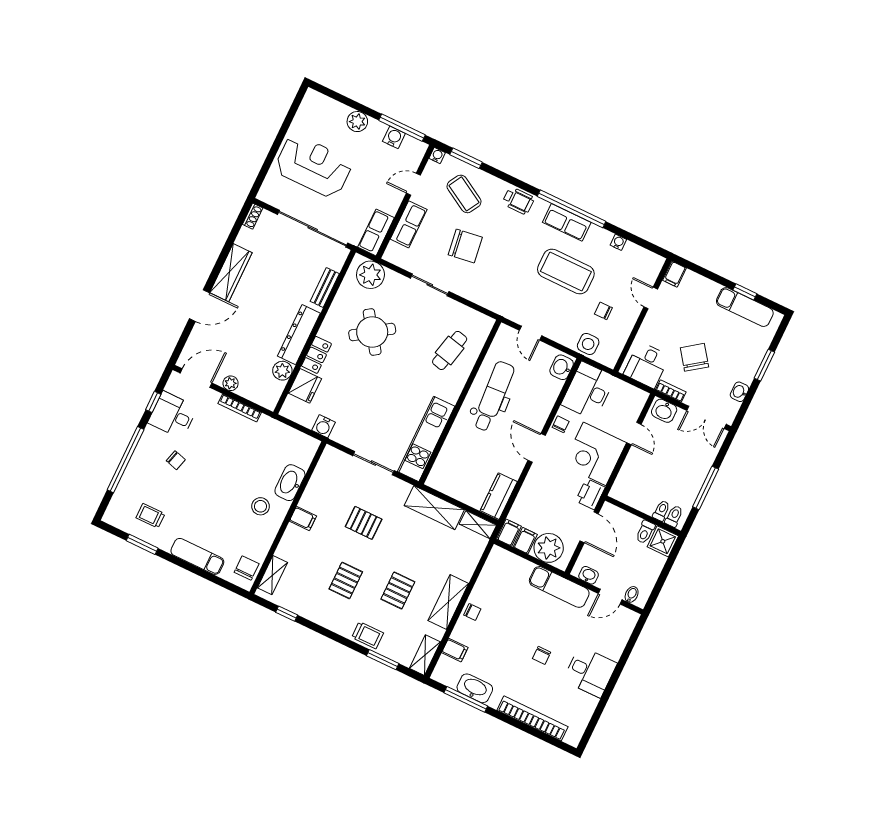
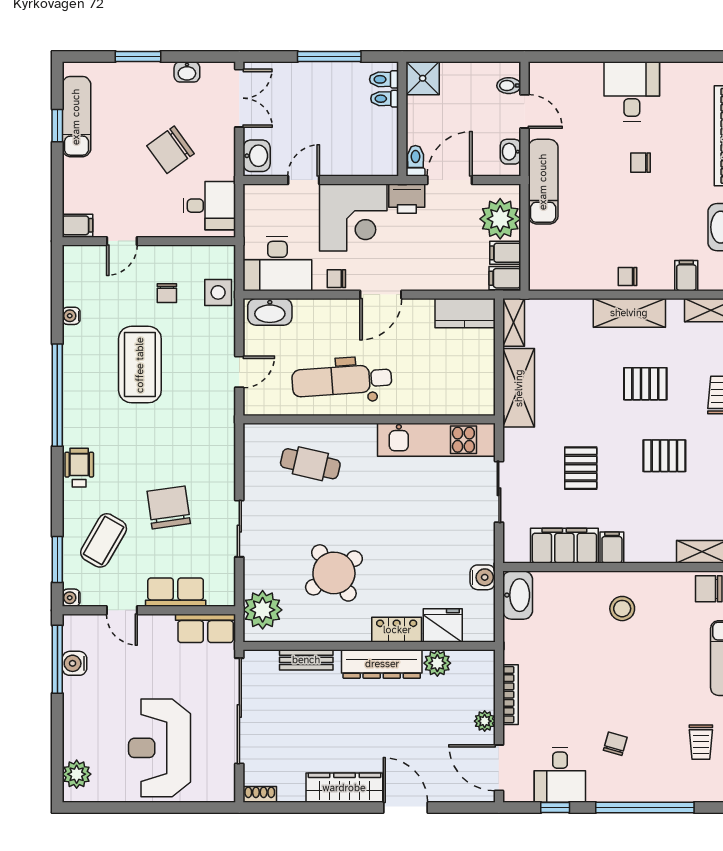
plant: (357, 122) -> (77, 774), moved
row of seats: (567, 222) -> (77, 393), removed
washbasin: (562, 367) -> (270, 312), width x1.38
bookcase: (671, 391) -> (227, 159), removed
washbasin: (290, 483) -> (518, 595), moved, turned -90
filing cabinet: (319, 489) -> (564, 546), added
toilet: (645, 532) -> (415, 161), moved, turned -90
chair: (472, 612) -> (628, 276), turned -90
chair: (542, 655) -> (641, 163), turned 180

